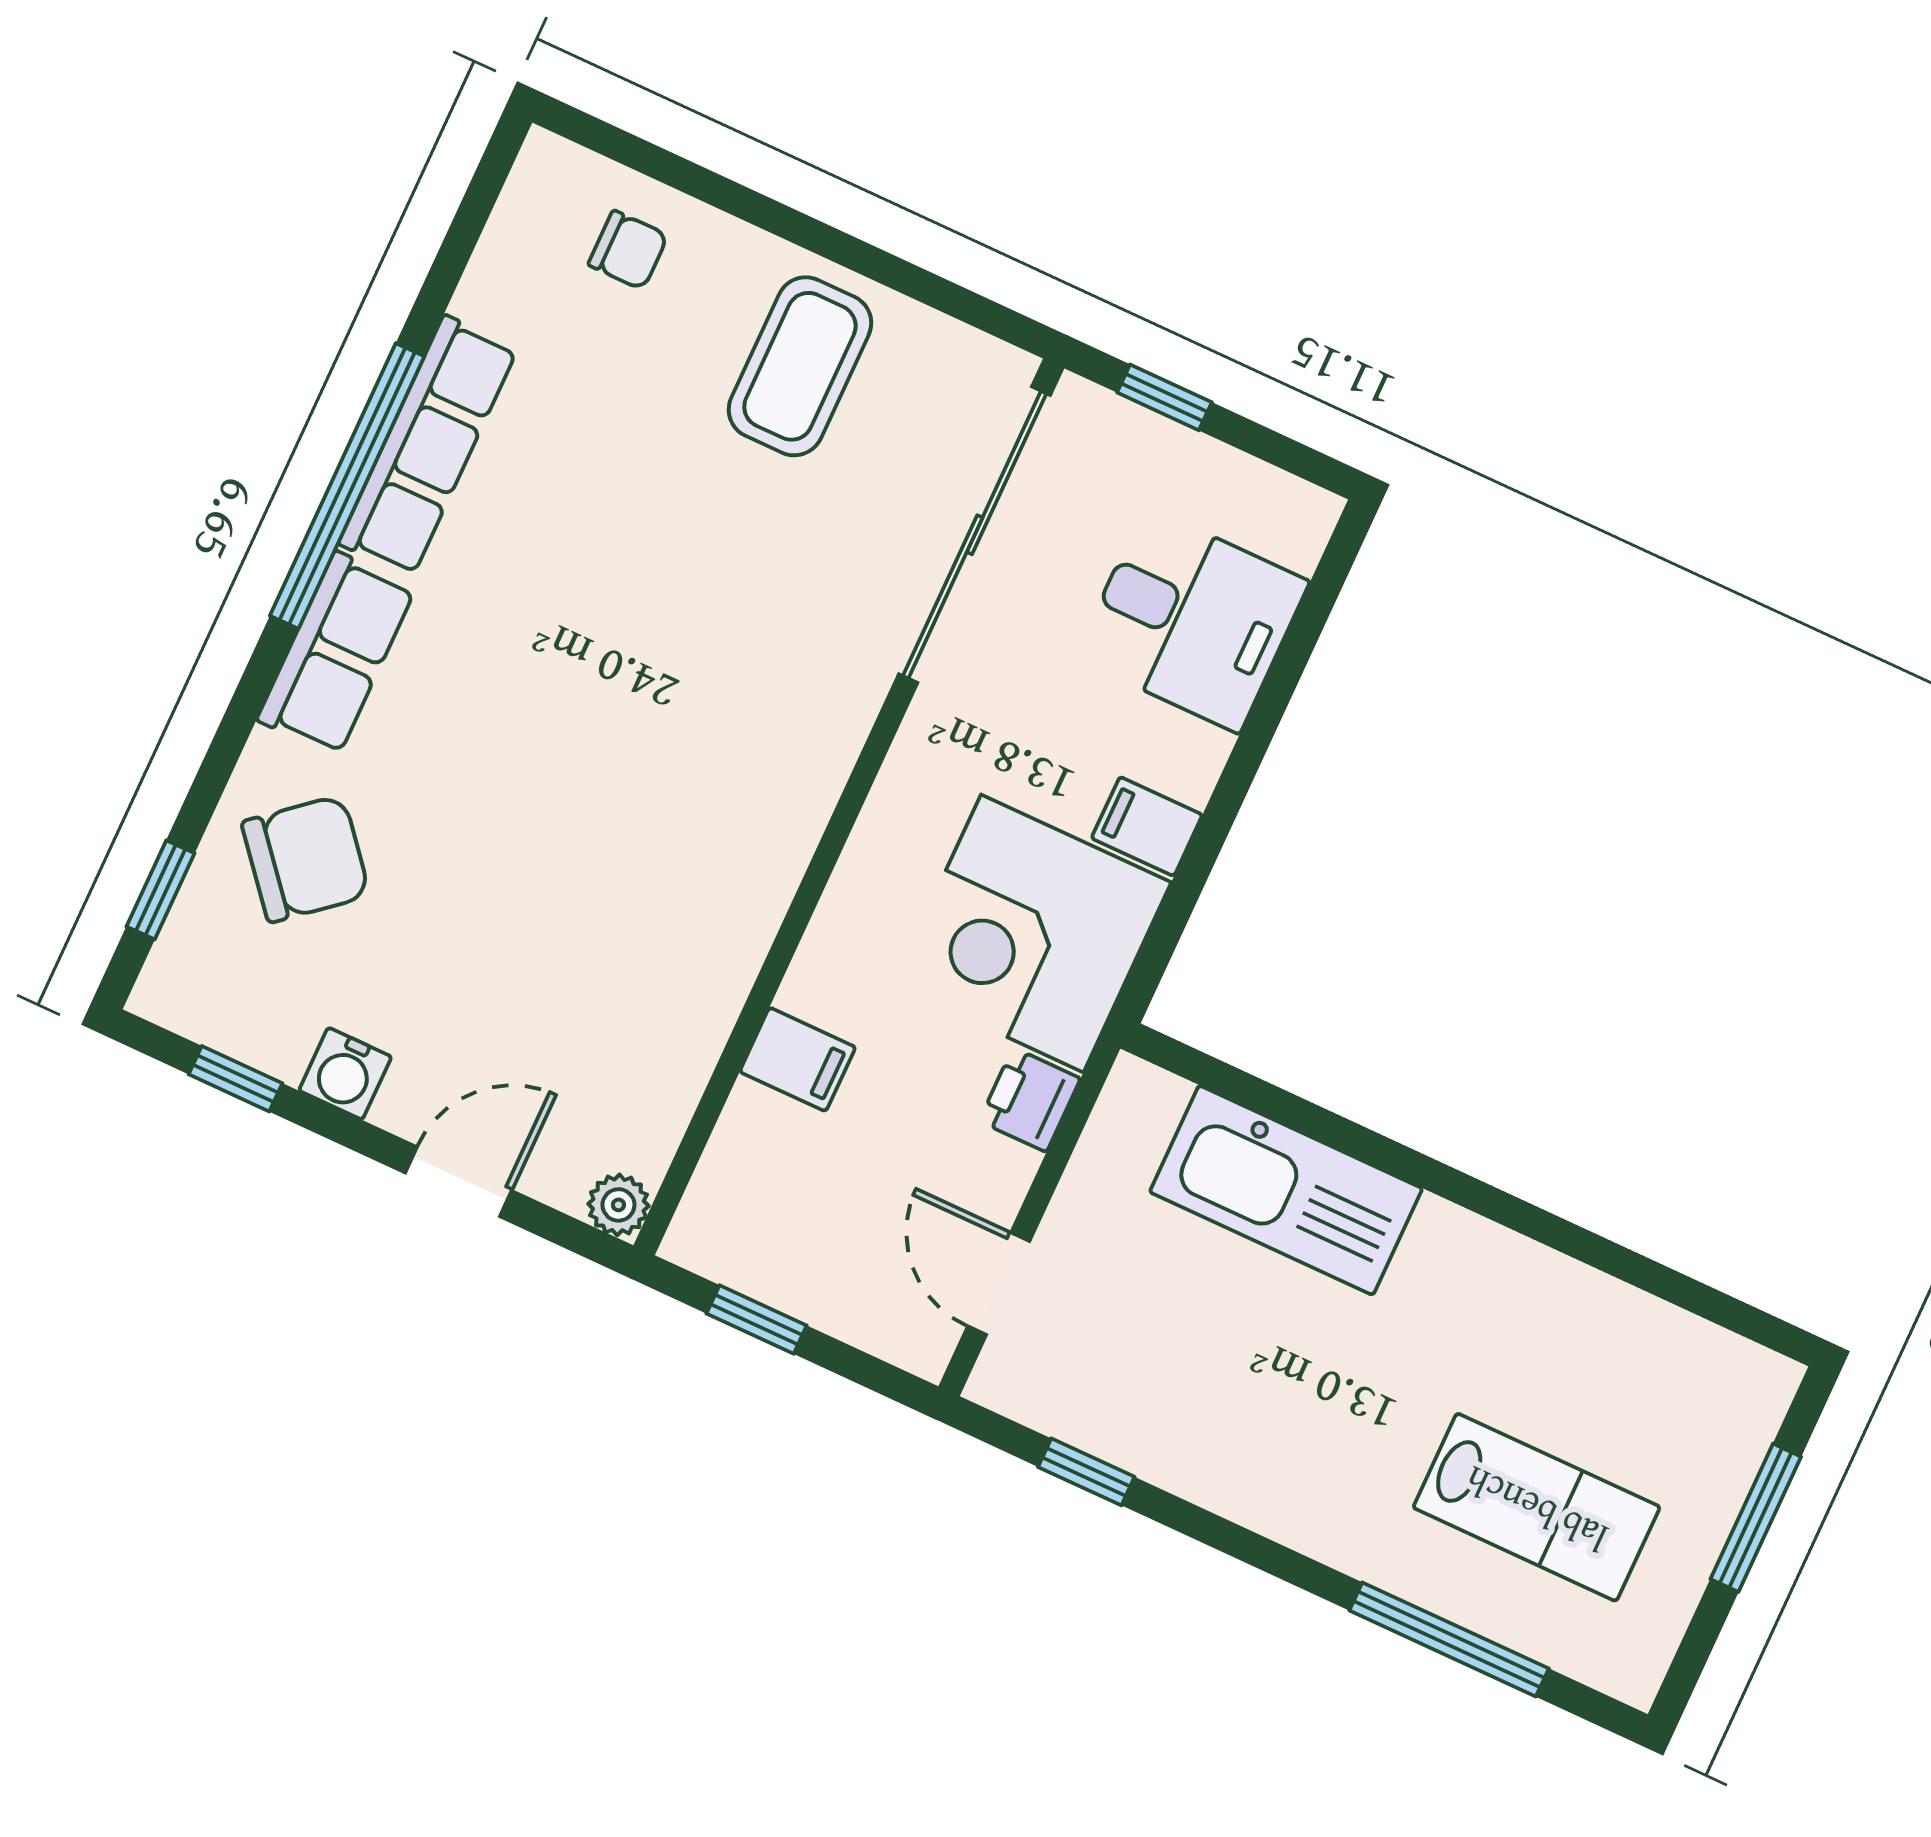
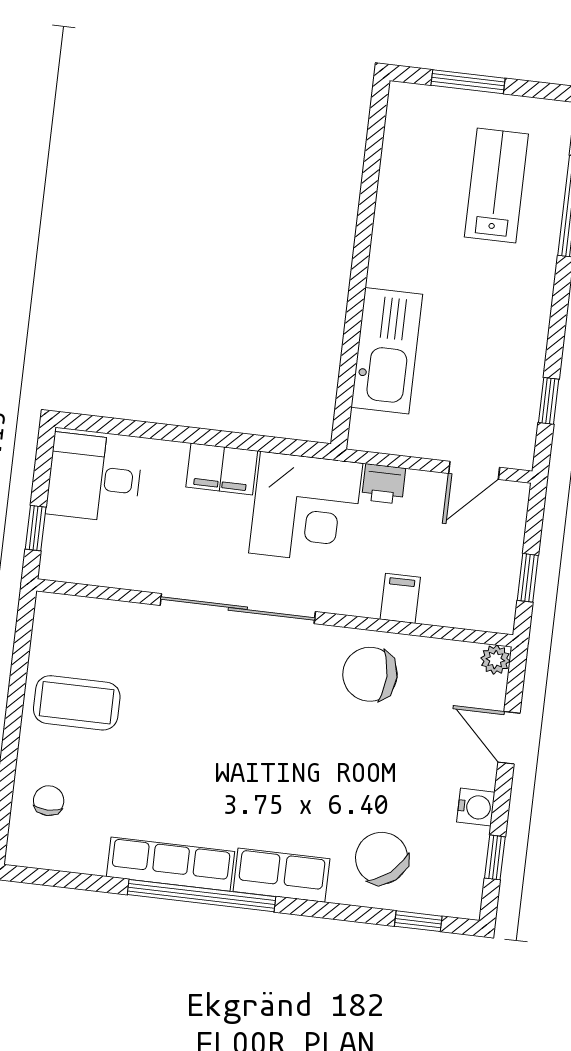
sliding door: (975, 535) -> (238, 609), moved
desk: (1192, 620) -> (94, 478), moved, turned -90
filing cabinet: (1147, 826) -> (222, 469), width x2.00
chair: (669, 953) -> (370, 674), added

